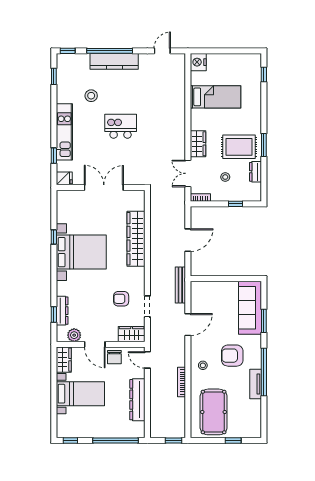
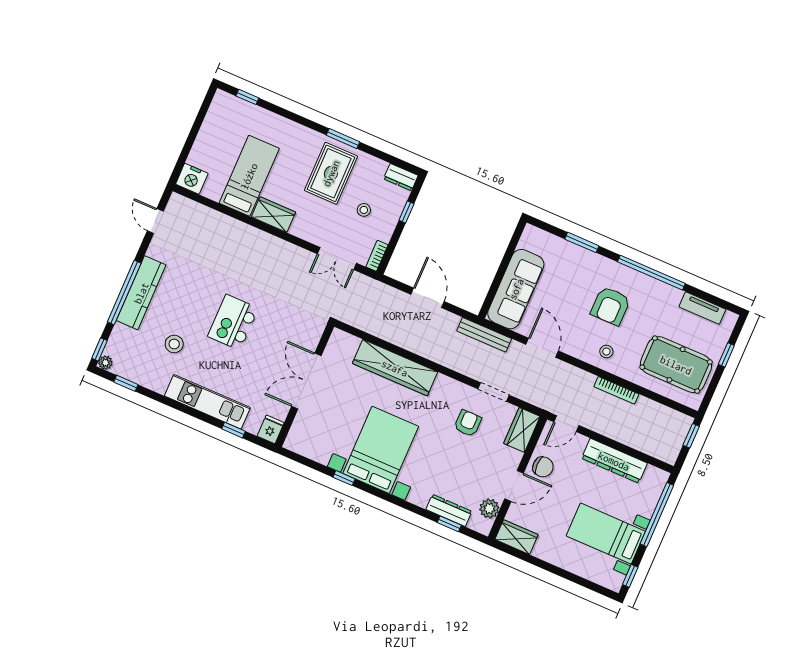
plant: (61, 58) -> (105, 363), added
wardrobe: (198, 144) -> (273, 215), moved
dresser: (255, 172) -> (401, 177), moved
armchair: (121, 299) -> (468, 423), turned 180
sofa: (250, 308) -> (516, 289), moved, turned -90
tv unit: (256, 384) -> (702, 308), moved
bed with nightstands: (80, 394) -> (606, 534), moved, turned -90

